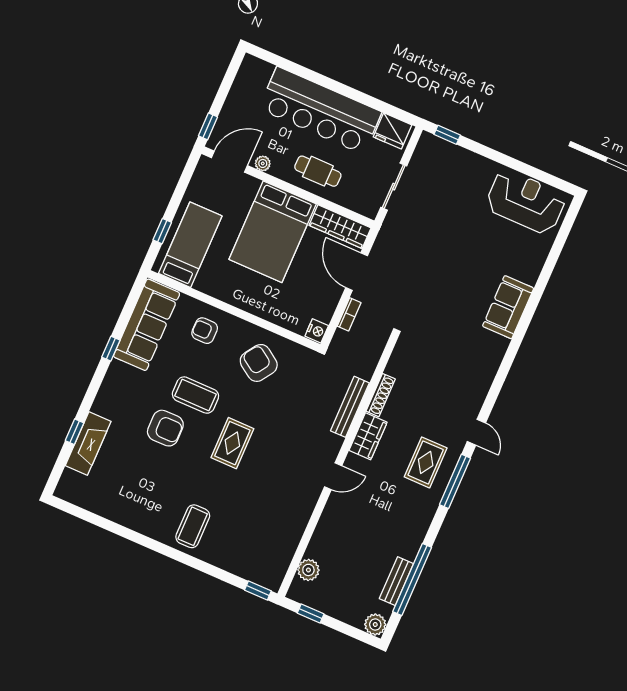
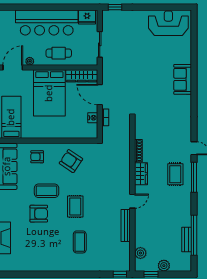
nightstand: (317, 331) -> (93, 118), moved
bench: (350, 407) -> (126, 225), moved
coffee table: (193, 526) -> (80, 242), moved
plant: (375, 625) -> (164, 266), moved

